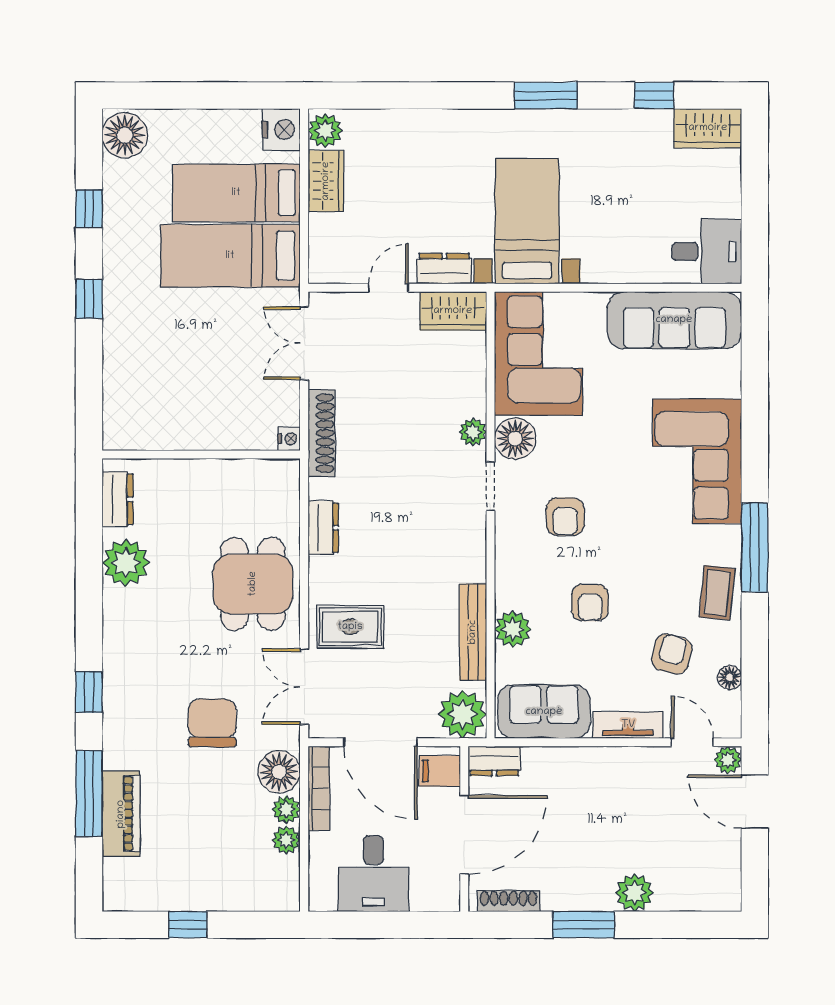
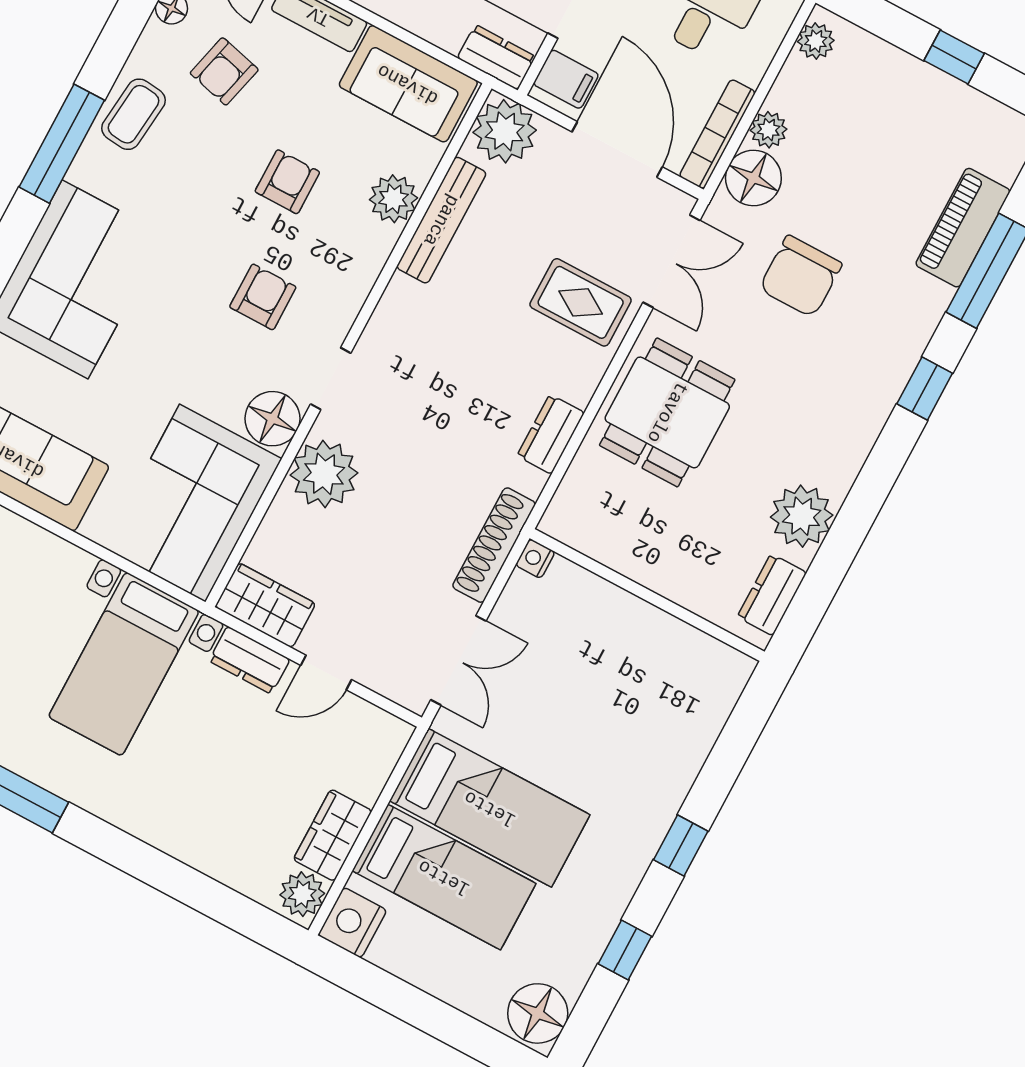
plant: (473, 432) -> (324, 474), width x1.88, depth x1.88
plant: (286, 840) -> (816, 41), moved

